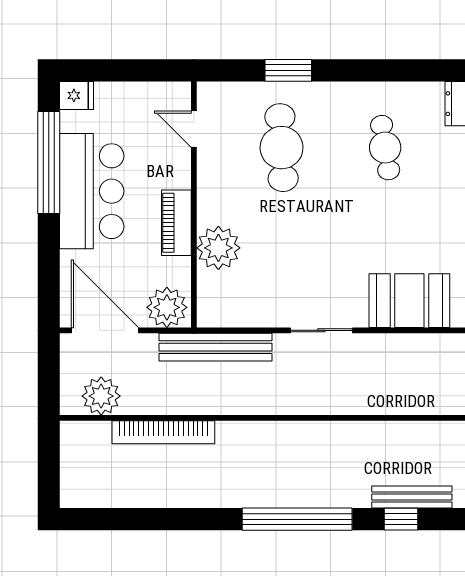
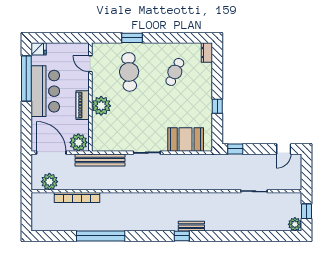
cafe table: (385, 148) -> (175, 72), turned 33
plant: (218, 248) -> (101, 106), moved
bench: (412, 497) -> (191, 226), width x0.73
window: (297, 519) -> (101, 236), moved

